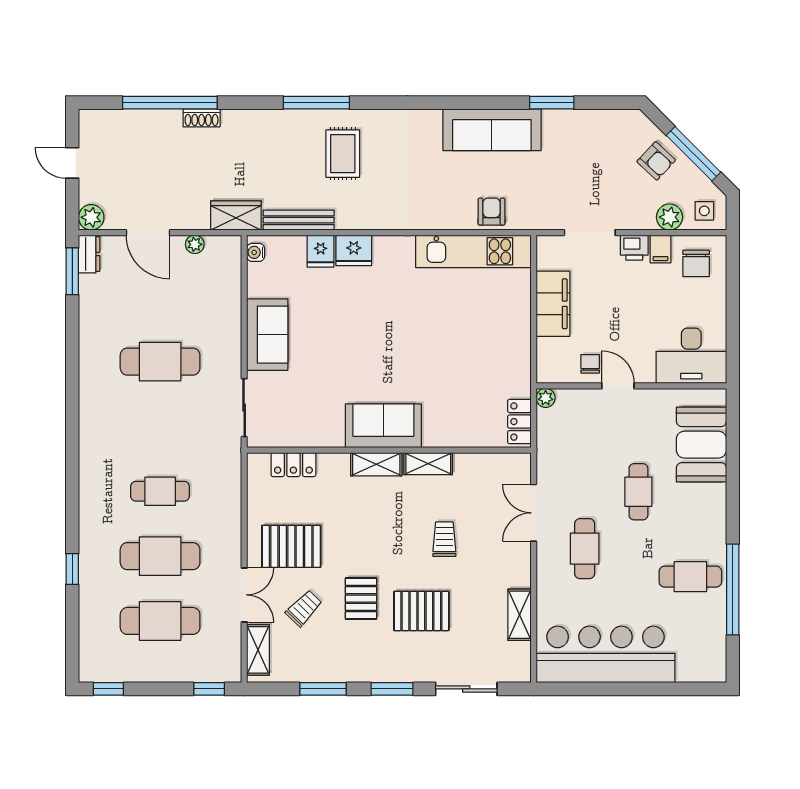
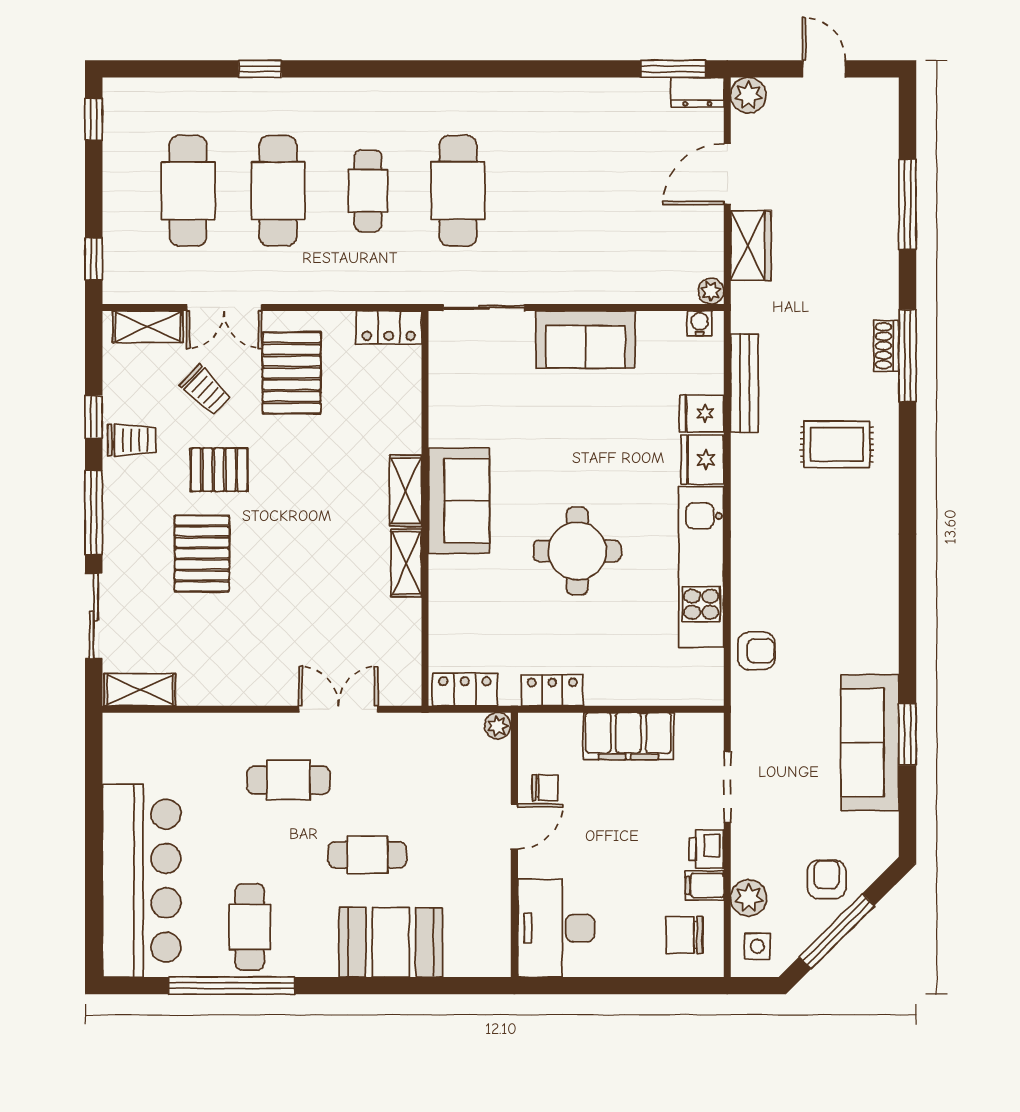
window: (170, 103) -> (907, 204), width x0.68
window: (316, 103) -> (907, 356), moved
shoe rack: (202, 118) -> (886, 346), moved
sofa: (492, 130) -> (870, 743), moved
armchair: (656, 161) -> (827, 879), turned 137
door: (72, 163) -> (824, 69), hinge flipped
wardrobe: (236, 215) -> (751, 246), moved
plant: (195, 244) -> (711, 291), moved
kitchen unit: (473, 251) -> (701, 567), moved
round table: (420, 341) -> (577, 551), added
locker: (520, 359) -> (552, 690), added
cafe table: (160, 362) -> (458, 191), moved
booth: (701, 445) -> (391, 942), moved
locker: (293, 465) -> (389, 328), moved, turned -90
trolley: (444, 539) -> (132, 440), moved
shelving: (520, 615) -> (140, 690), moved
bar counter: (605, 654) -> (142, 881), moved
window: (323, 689) -> (94, 417), width x0.67
window: (392, 689) -> (94, 513), width x1.44

